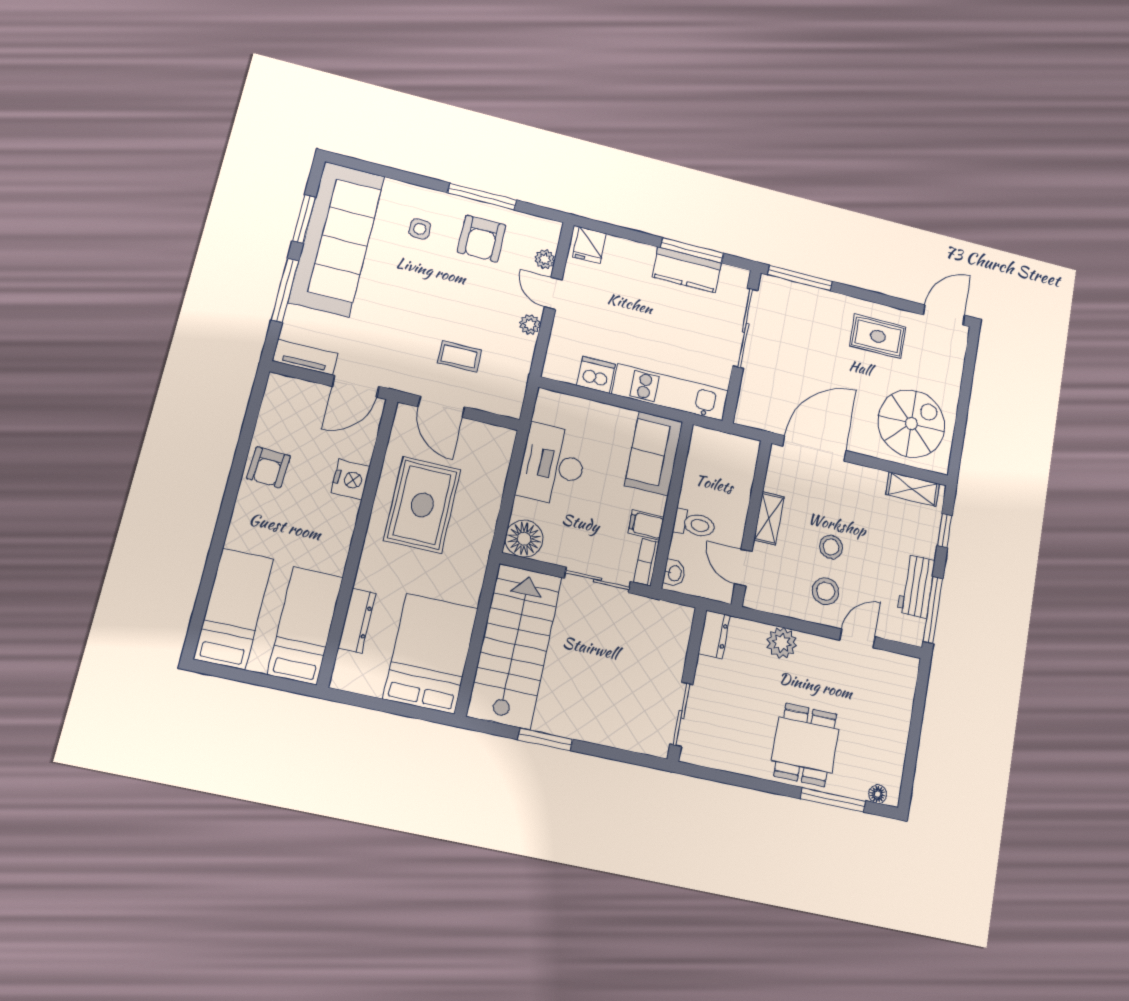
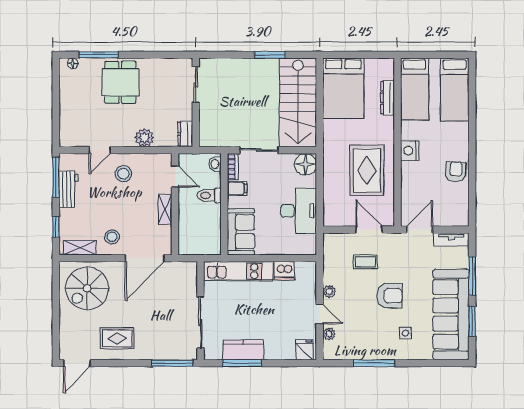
armchair: (482, 239) -> (390, 296), moved, turned 90
nightstand: (351, 480) -> (410, 150), moved
stool: (831, 547) -> (112, 237), moved

